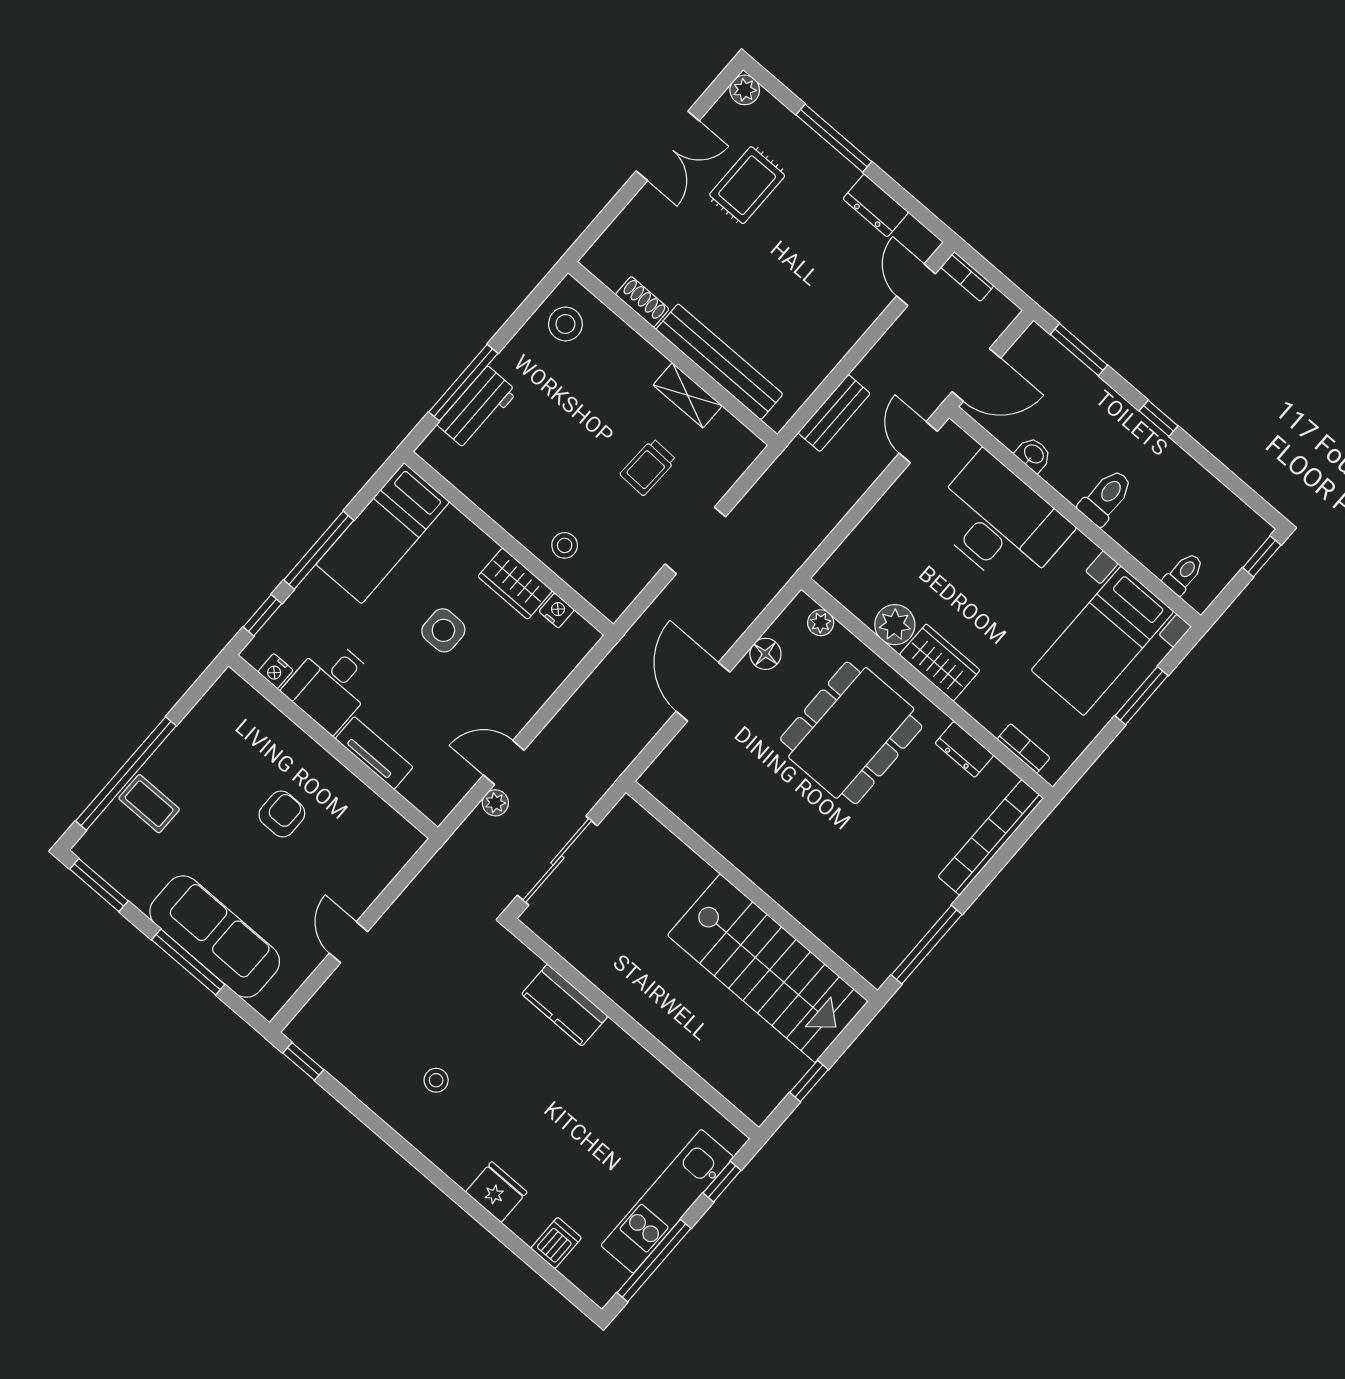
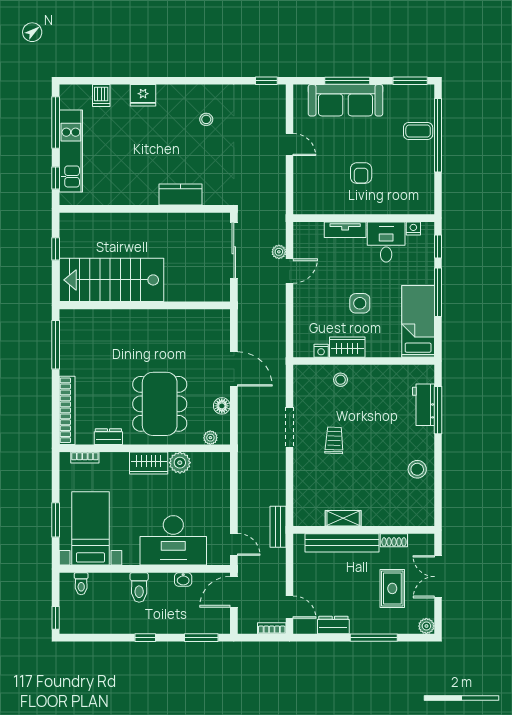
shoe rack: (642, 302) -> (394, 540), moved
wall: (673, 353) -> (364, 530), moved
bench: (719, 362) -> (342, 543), moved
shelving: (688, 395) -> (343, 518), moved

